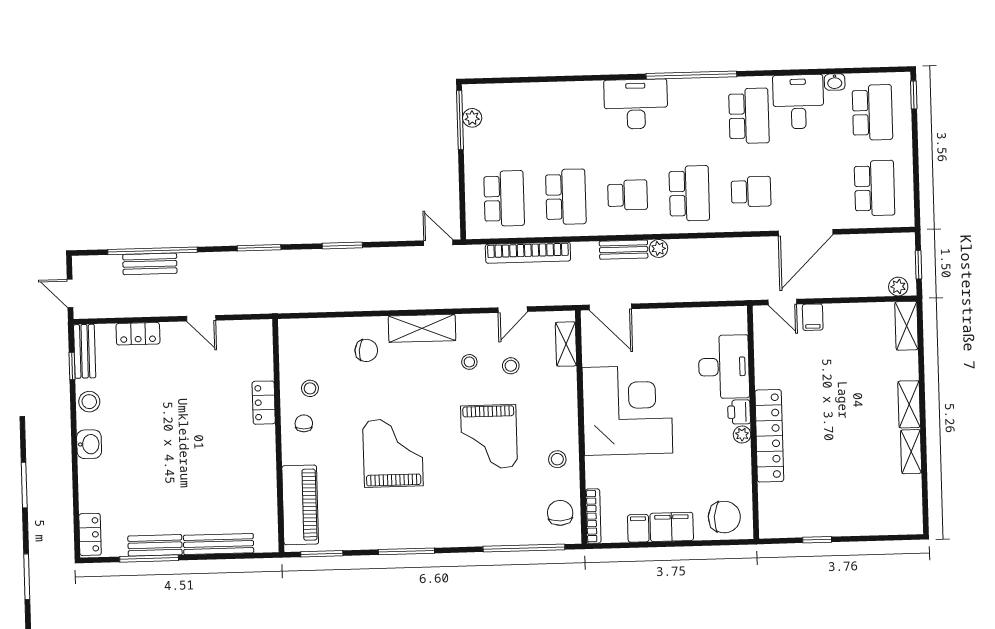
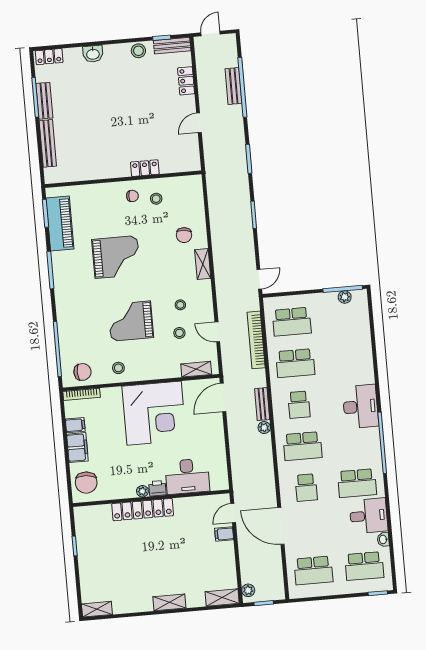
shelving: (422, 328) -> (203, 264), width x0.67, depth x0.75
washbasin: (89, 444) -> (93, 54), moved
shelving: (911, 452) -> (97, 609), moved
piano: (300, 505) -> (60, 224), moved, turned -90

